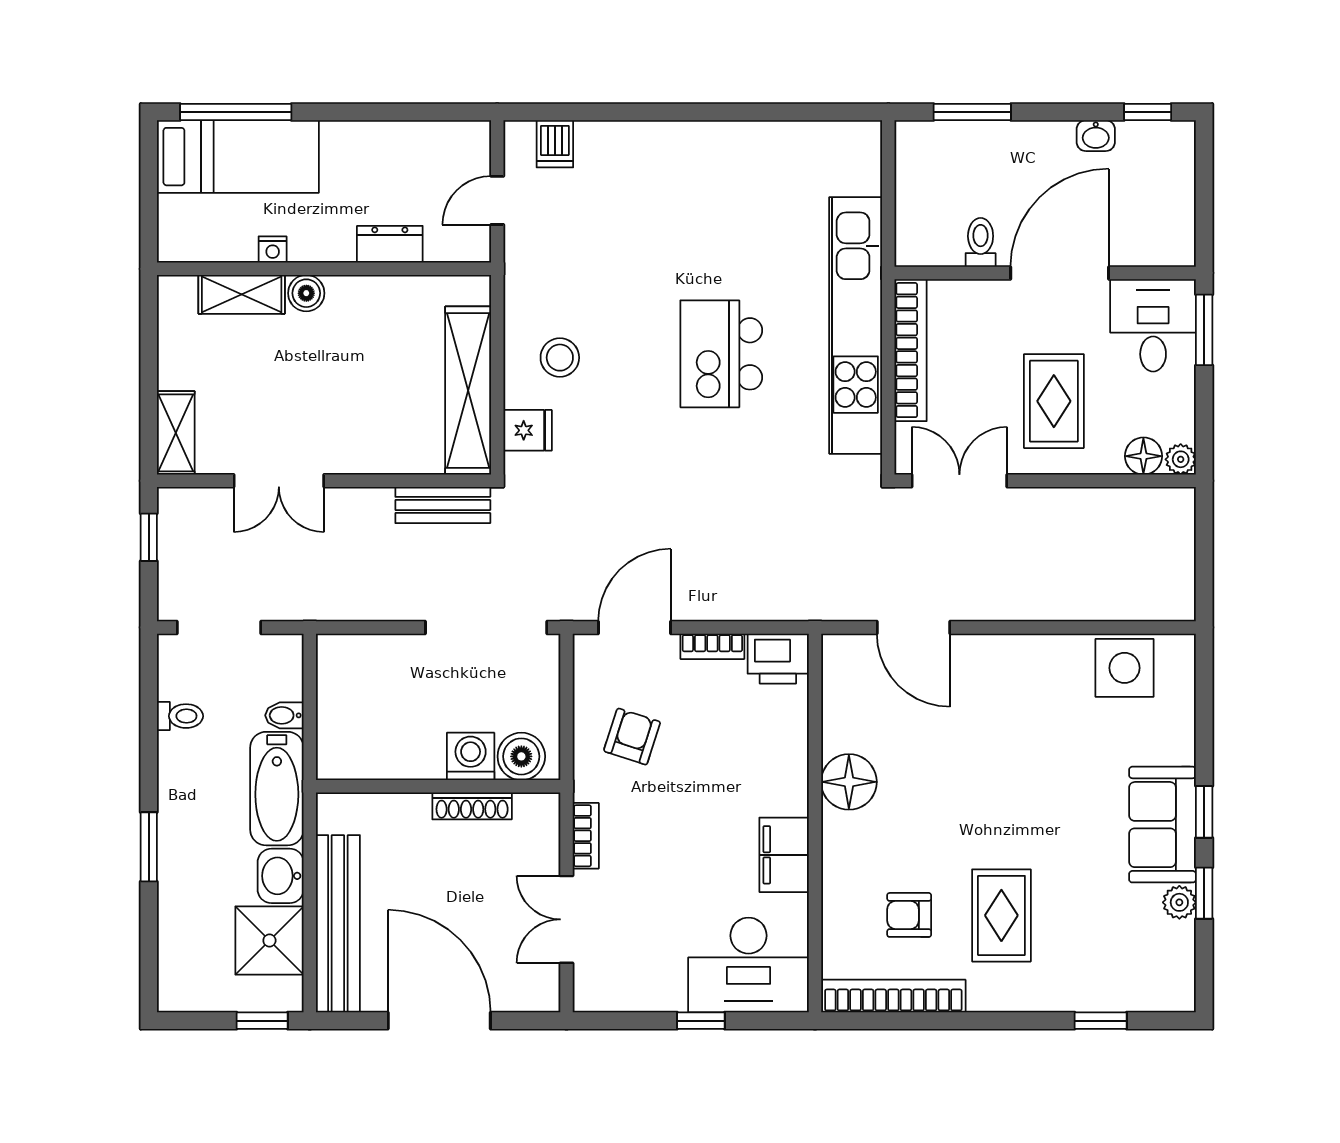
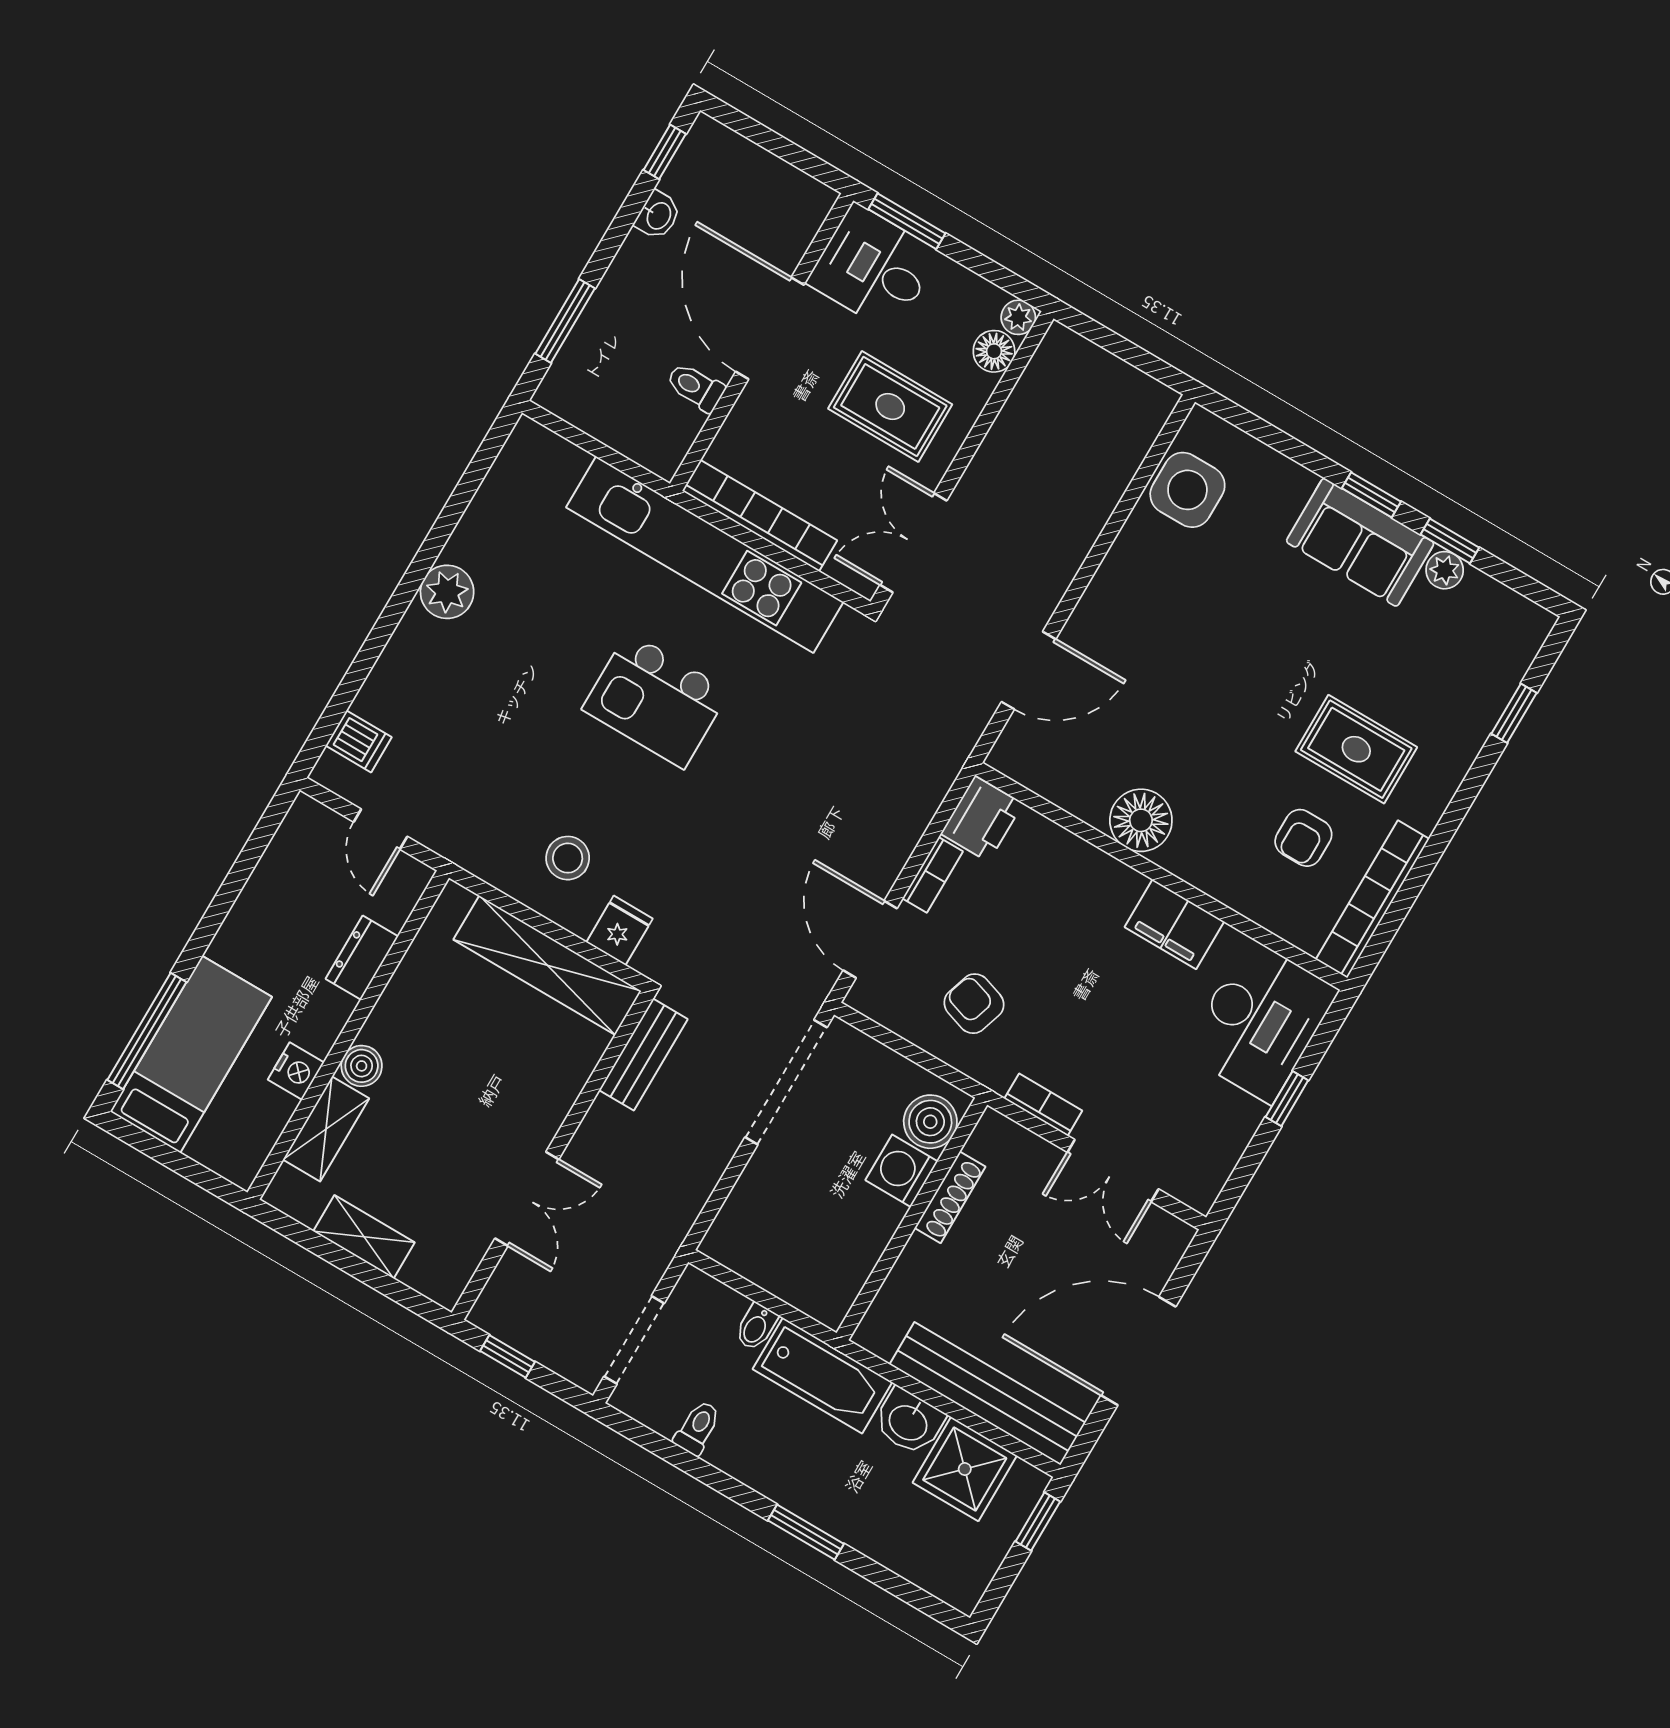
plant: (710, 144) -> (447, 592), added
nightstand: (273, 250) -> (296, 1071), width x1.39, depth x1.35
shelving: (176, 433) -> (364, 1237), moved

